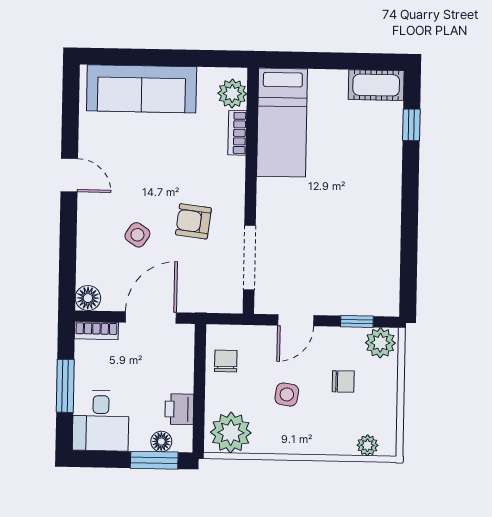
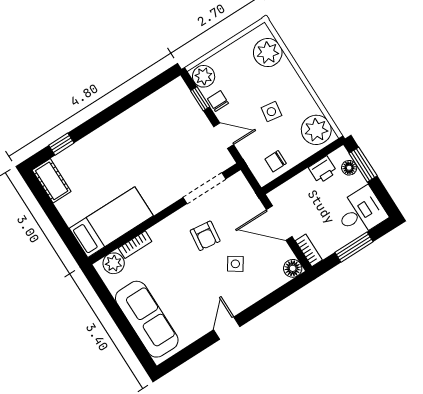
chair: (343, 381) -> (218, 101), moved
plant: (367, 445) -> (268, 53), width x1.87, depth x1.87

